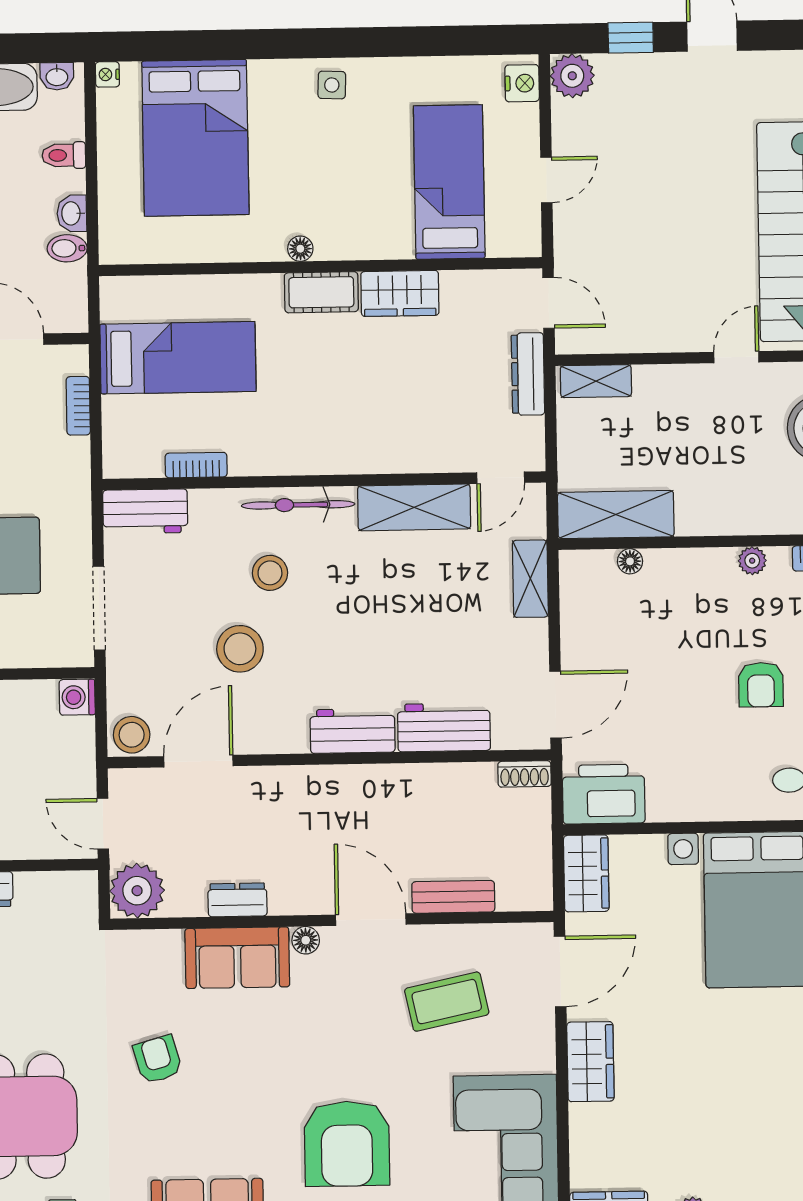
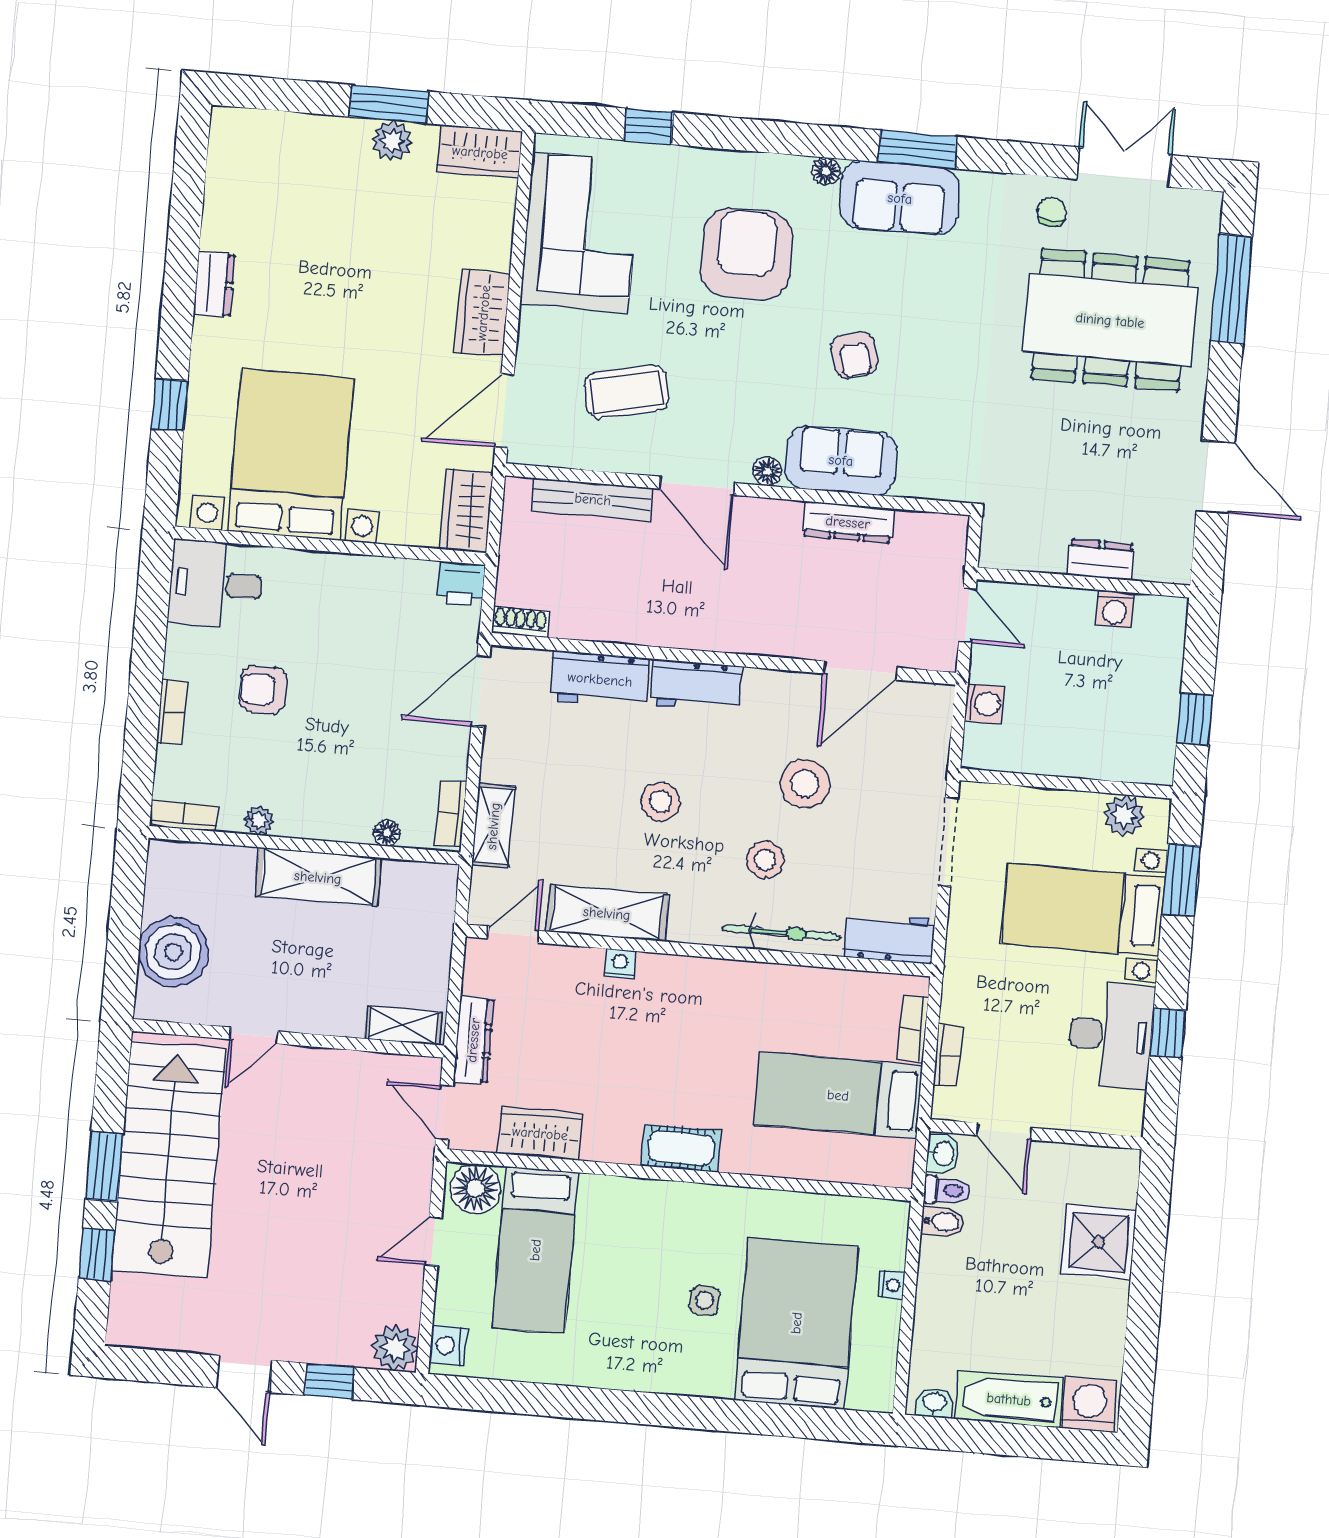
nightstand: (107, 74) -> (891, 1285), moved
side table: (332, 85) -> (705, 1300), moved
toilet: (64, 155) -> (947, 1190), moved
washbasin: (72, 213) -> (943, 1154), moved
floor lamp: (300, 249) -> (476, 1189), moved, width x1.89, depth x1.89
wardrobe: (400, 293) -> (540, 1133), moved
nightstand: (397, 460) -> (620, 964), added
bookcase: (196, 465) -> (913, 1029), moved, turned 90
bicycle: (298, 505) -> (782, 933), moved
shelving: (616, 515) -> (318, 877), moved
bookcase: (572, 586) -> (451, 813), added
armchair: (761, 685) -> (263, 690), turned -90
washing machine: (77, 697) -> (985, 704), moved
stool: (132, 735) -> (660, 802), moved
printer: (604, 794) -> (461, 584), width x0.53, depth x0.68
plant: (137, 891) -> (939, 541), removed
bench: (453, 897) -> (593, 499), width x1.36
dresser: (237, 900) -> (848, 522), width x1.44
armchair: (158, 1059) -> (854, 355), moved

